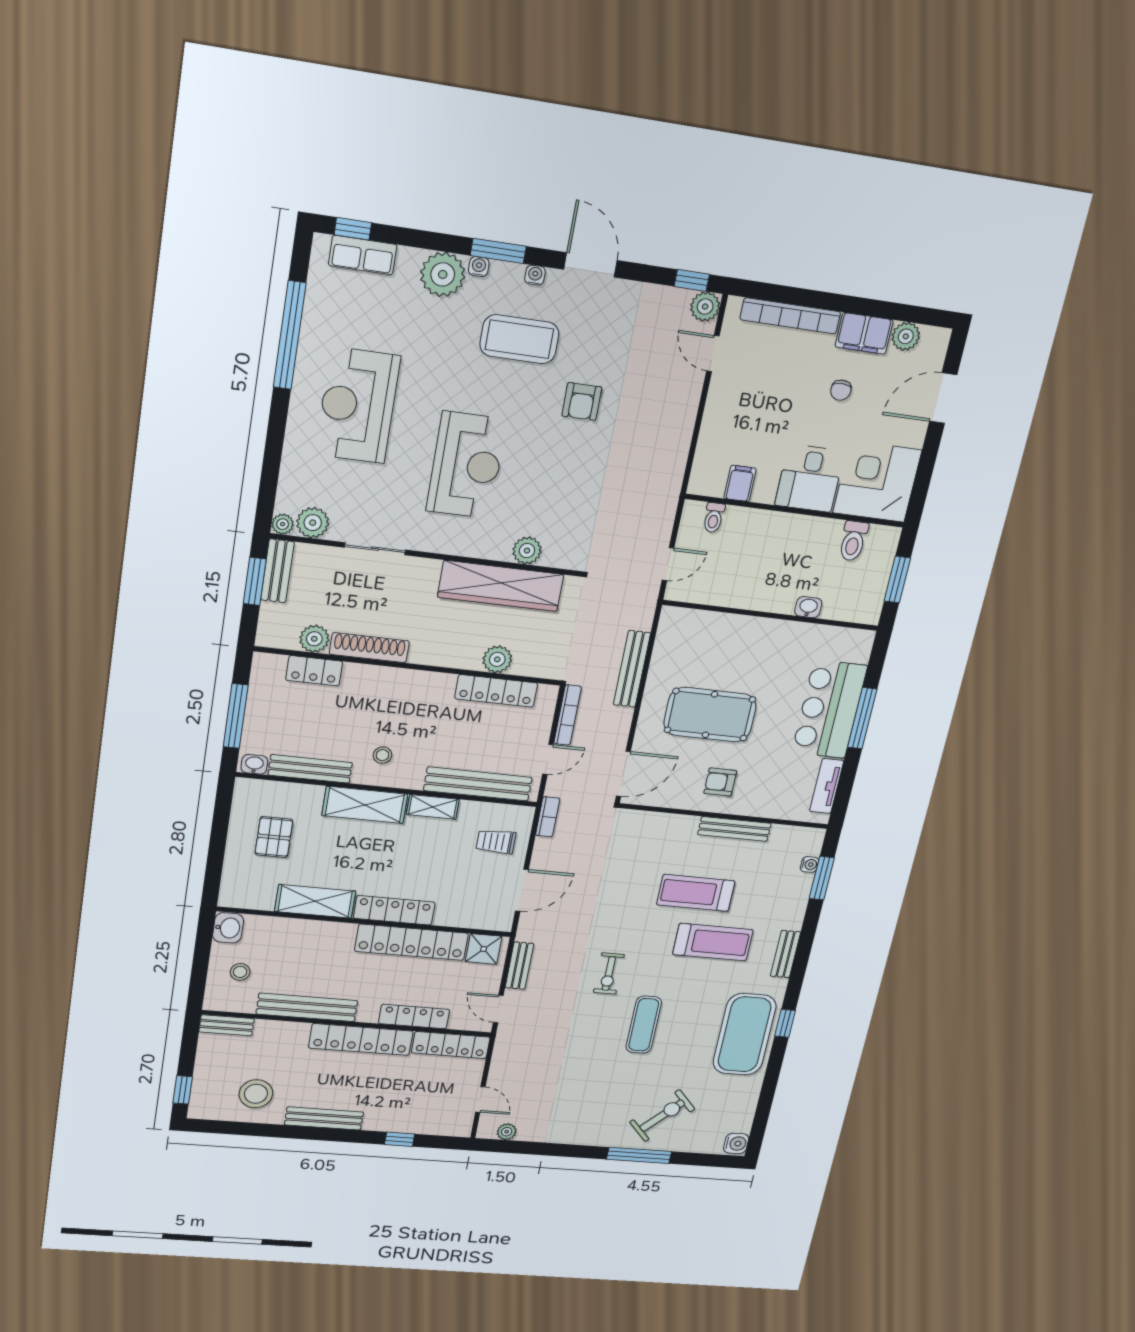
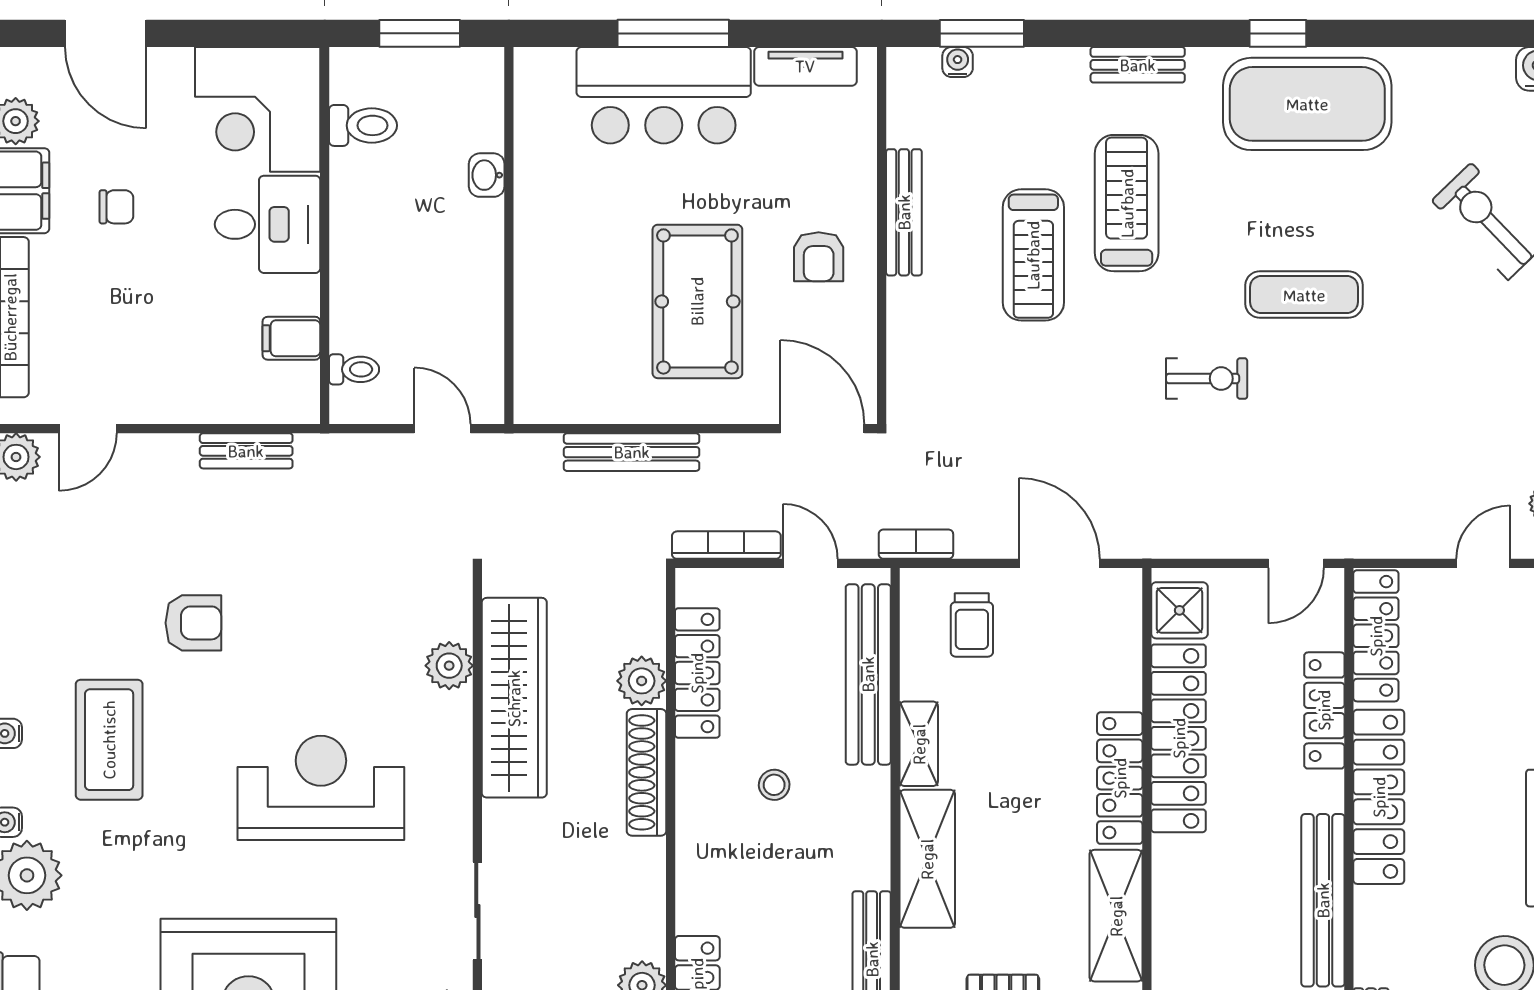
shoe rack: (369, 648) -> (647, 772), moved
stool: (382, 755) -> (774, 785), moved
bench: (519, 966) -> (246, 451), moved

